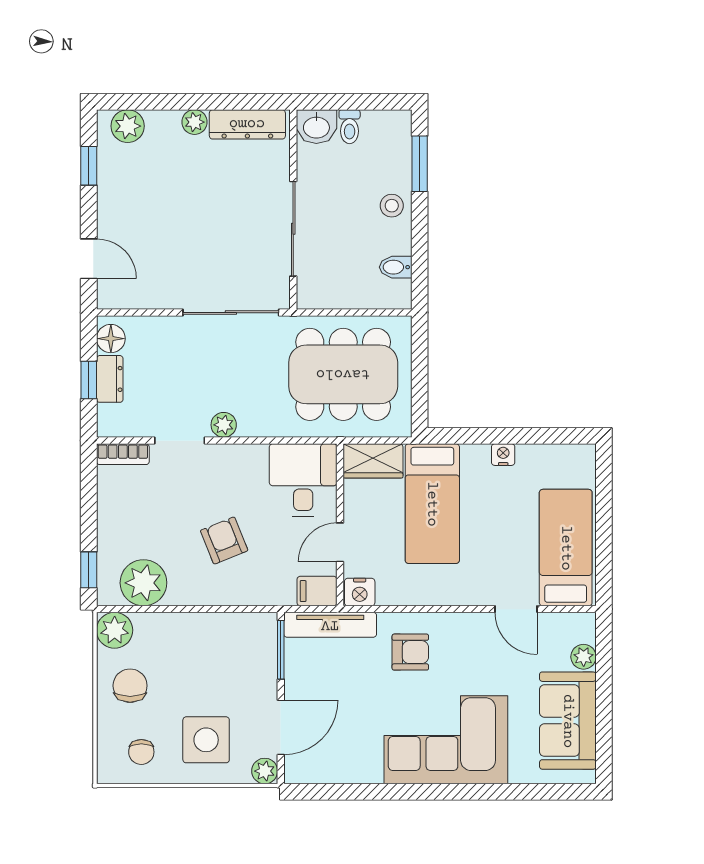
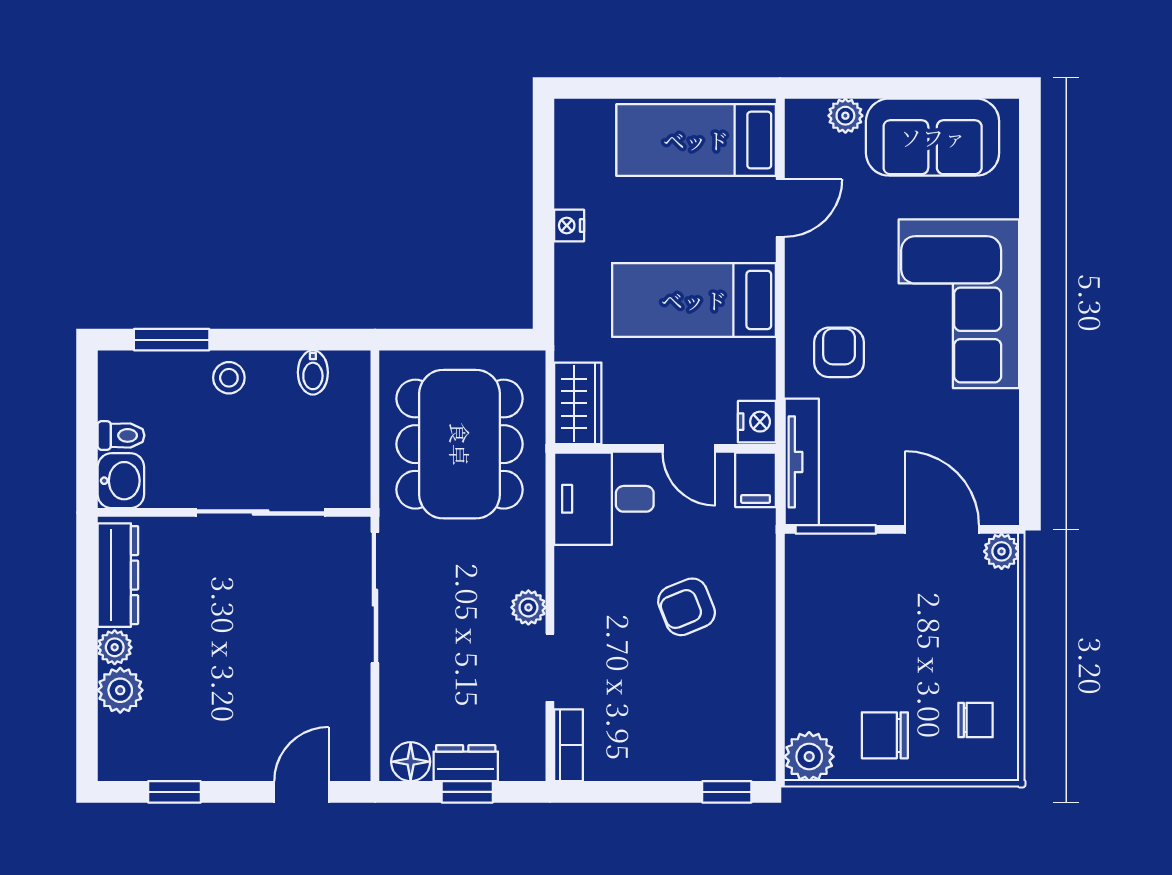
plant: (128, 126) -> (120, 690), moved
bed: (432, 504) -> (694, 300), moved, turned 180
plant: (143, 583) -> (744, 717), removed
side table: (206, 740) -> (959, 631), removed

